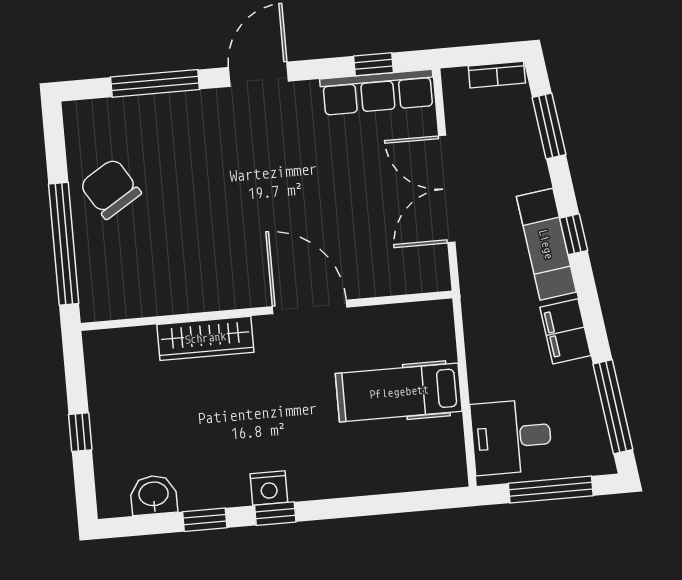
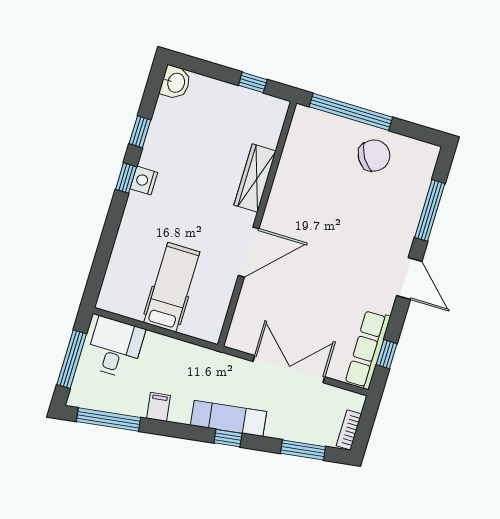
filing cabinet: (565, 331) -> (158, 407), width x0.50
window: (80, 432) -> (253, 82), moved
washbasin: (154, 495) -> (175, 83), moved

